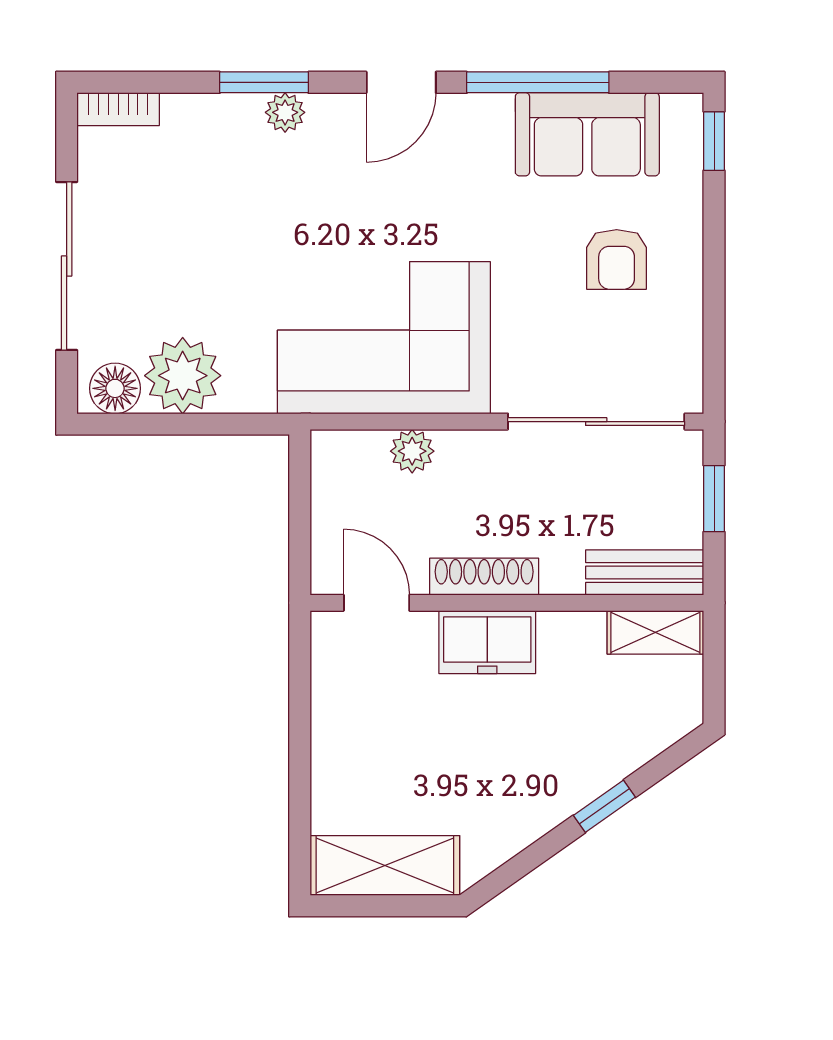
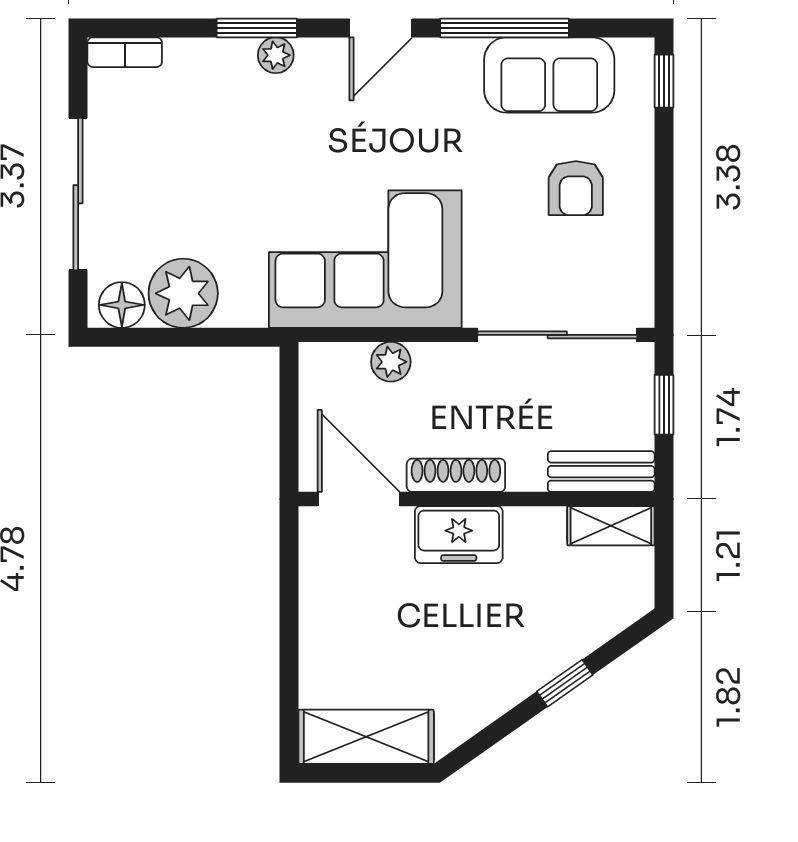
door: (377, 603) -> (359, 499), width x1.38

